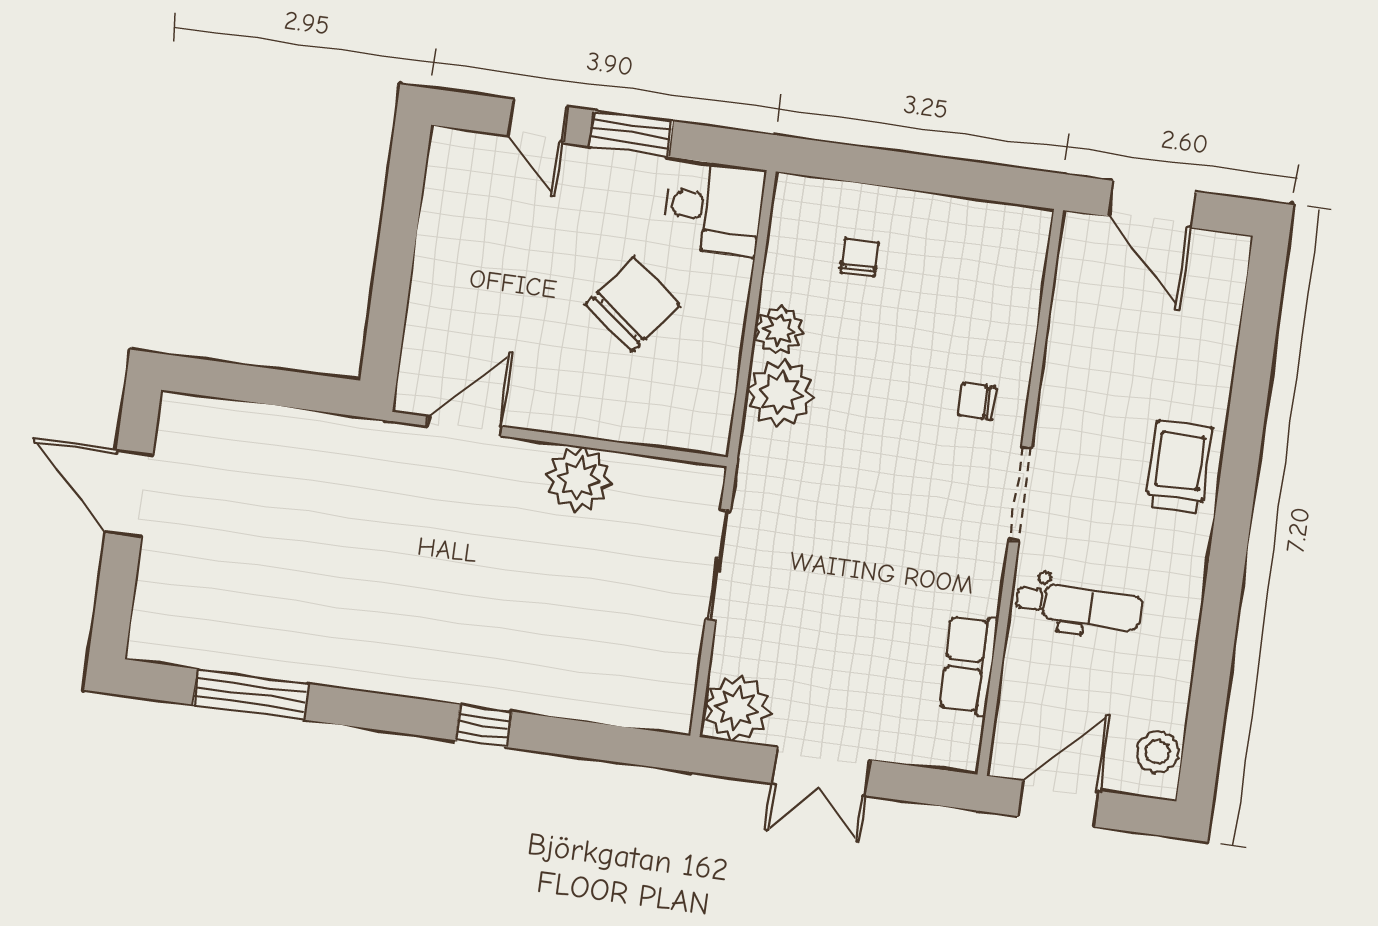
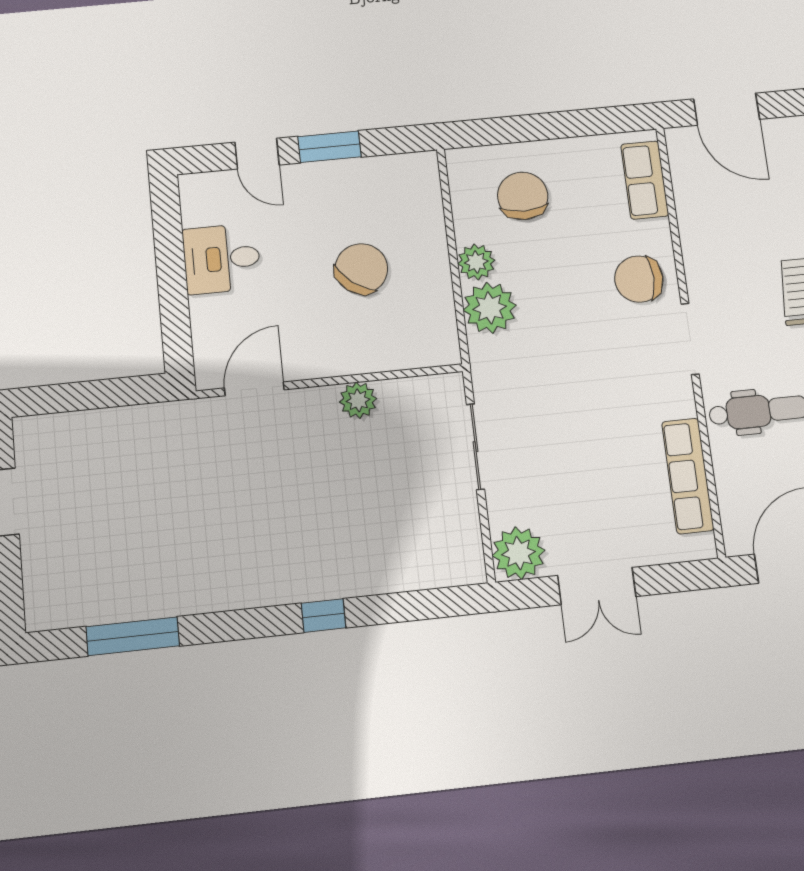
desk: (714, 208) -> (222, 259), moved, turned 180
chair: (860, 258) -> (523, 196), width x1.87, depth x1.87
row of seats: (1020, 274) -> (645, 180), added
chair: (977, 401) -> (639, 279), width x1.87, depth x1.87
plant: (579, 479) -> (358, 400), width x0.73, depth x0.73
row of seats: (969, 665) -> (688, 476), width x1.48

